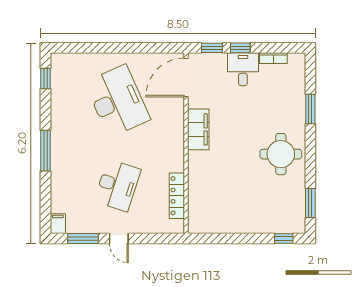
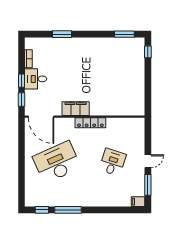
window: (46, 151) -> (68, 210), moved
round table: (281, 154) -> (92, 54), removed
desk: (117, 185) -> (113, 162), width x0.73
locker: (177, 196) -> (90, 123), moved

